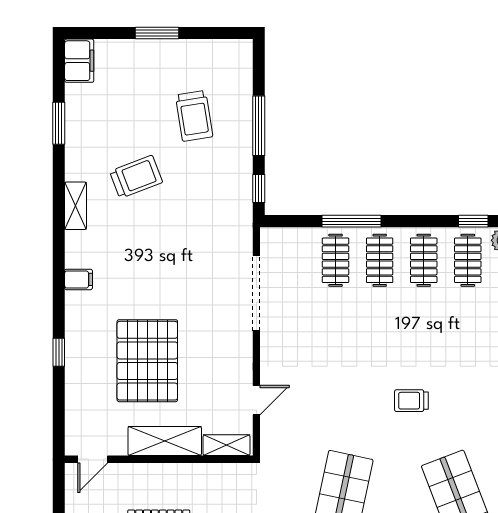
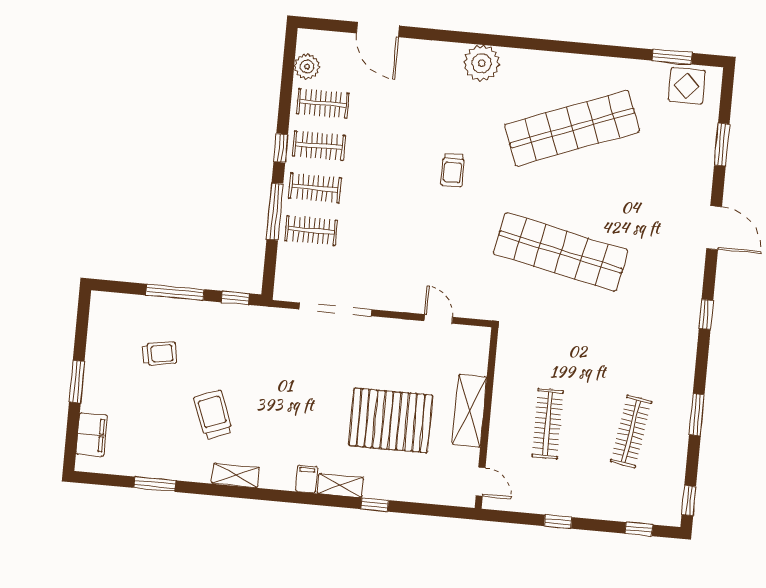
filing cabinet: (79, 61) -> (92, 435), moved, turned 90
trolley: (194, 116) -> (160, 353), width x0.73, depth x0.72
window: (473, 221) -> (281, 148), moved
shelving: (226, 445) -> (340, 485), moved, turned 90

